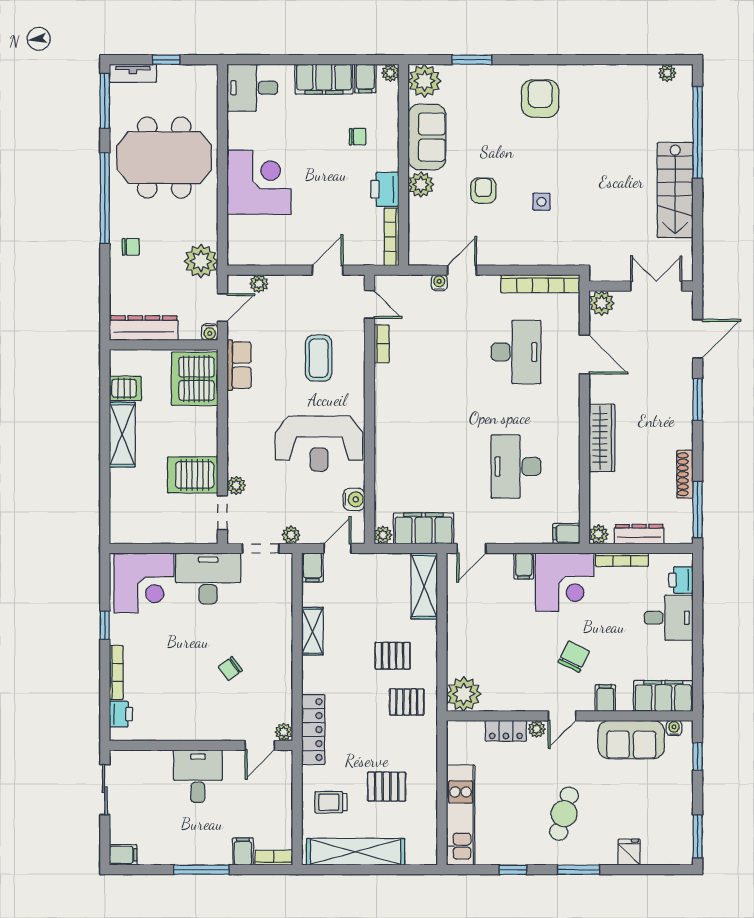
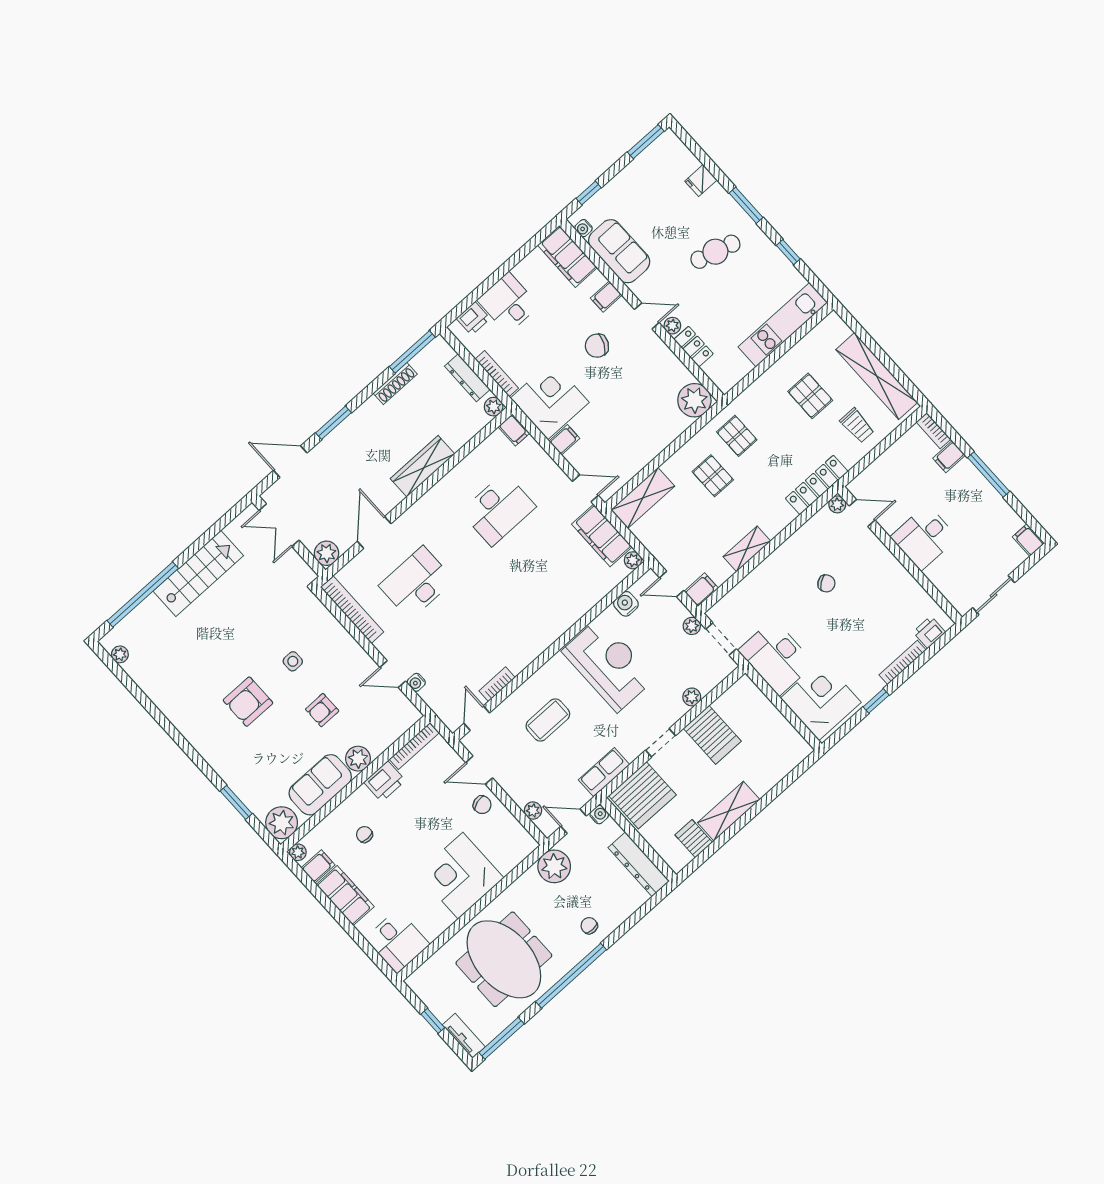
armchair: (540, 99) -> (248, 702), moved
chair: (299, 248) -> (482, 805), added
doorway: (222, 513) -> (660, 743), moved

